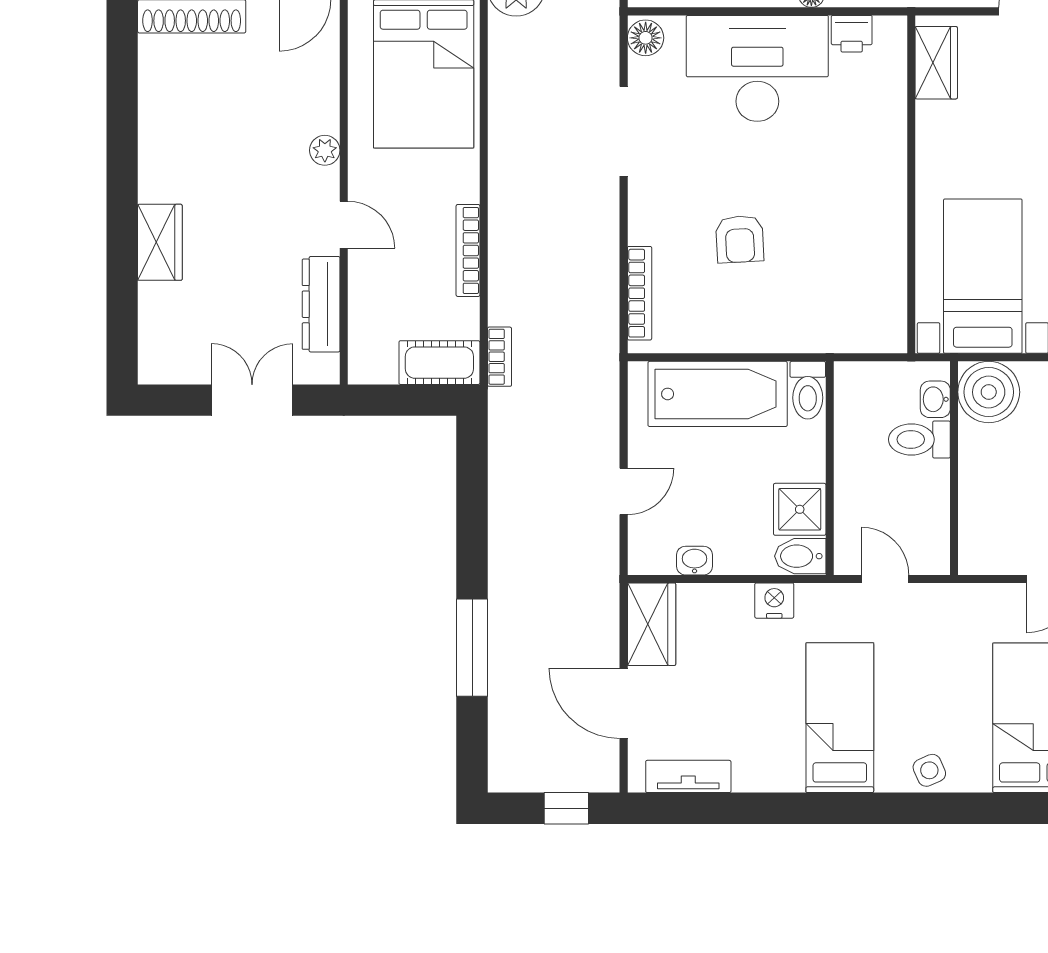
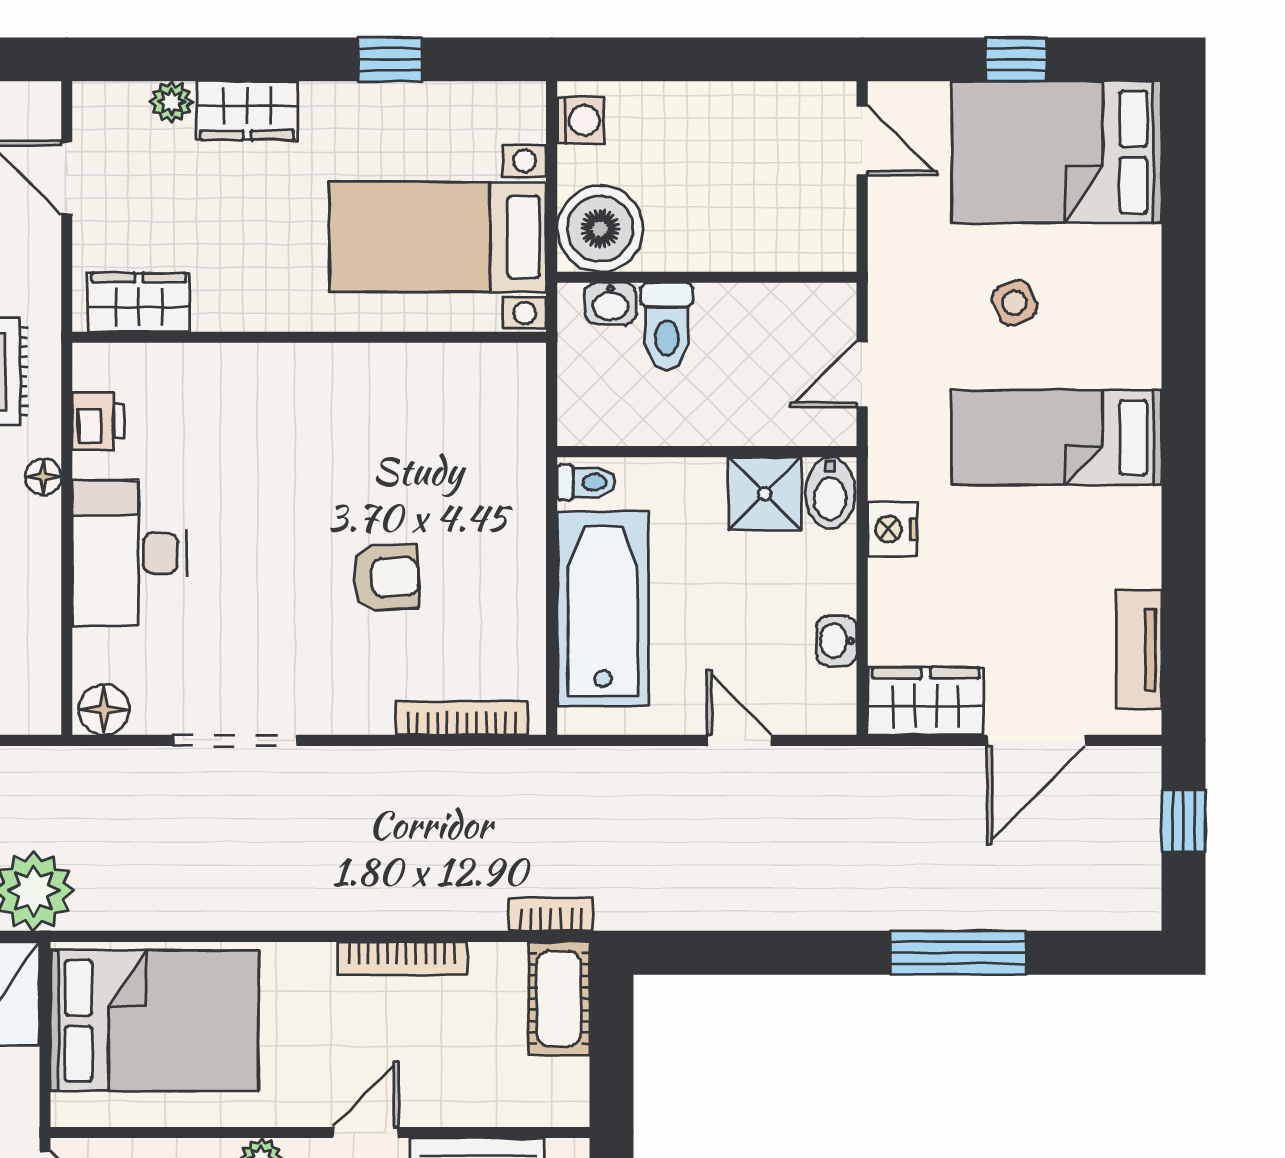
desk: (757, 68) -> (129, 553), width x0.73, depth x0.77
toilet: (808, 390) -> (586, 482), width x0.73, depth x0.72
side table: (929, 770) -> (1015, 303), moved

